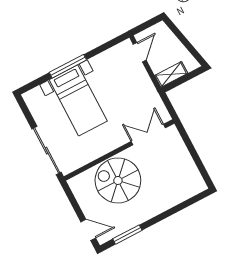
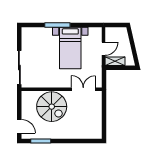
door: (140, 52) -> (103, 49), moved
bed with nightstands: (78, 100) -> (70, 48), moved
spiral stairs: (118, 180) -> (52, 107), turned 180

